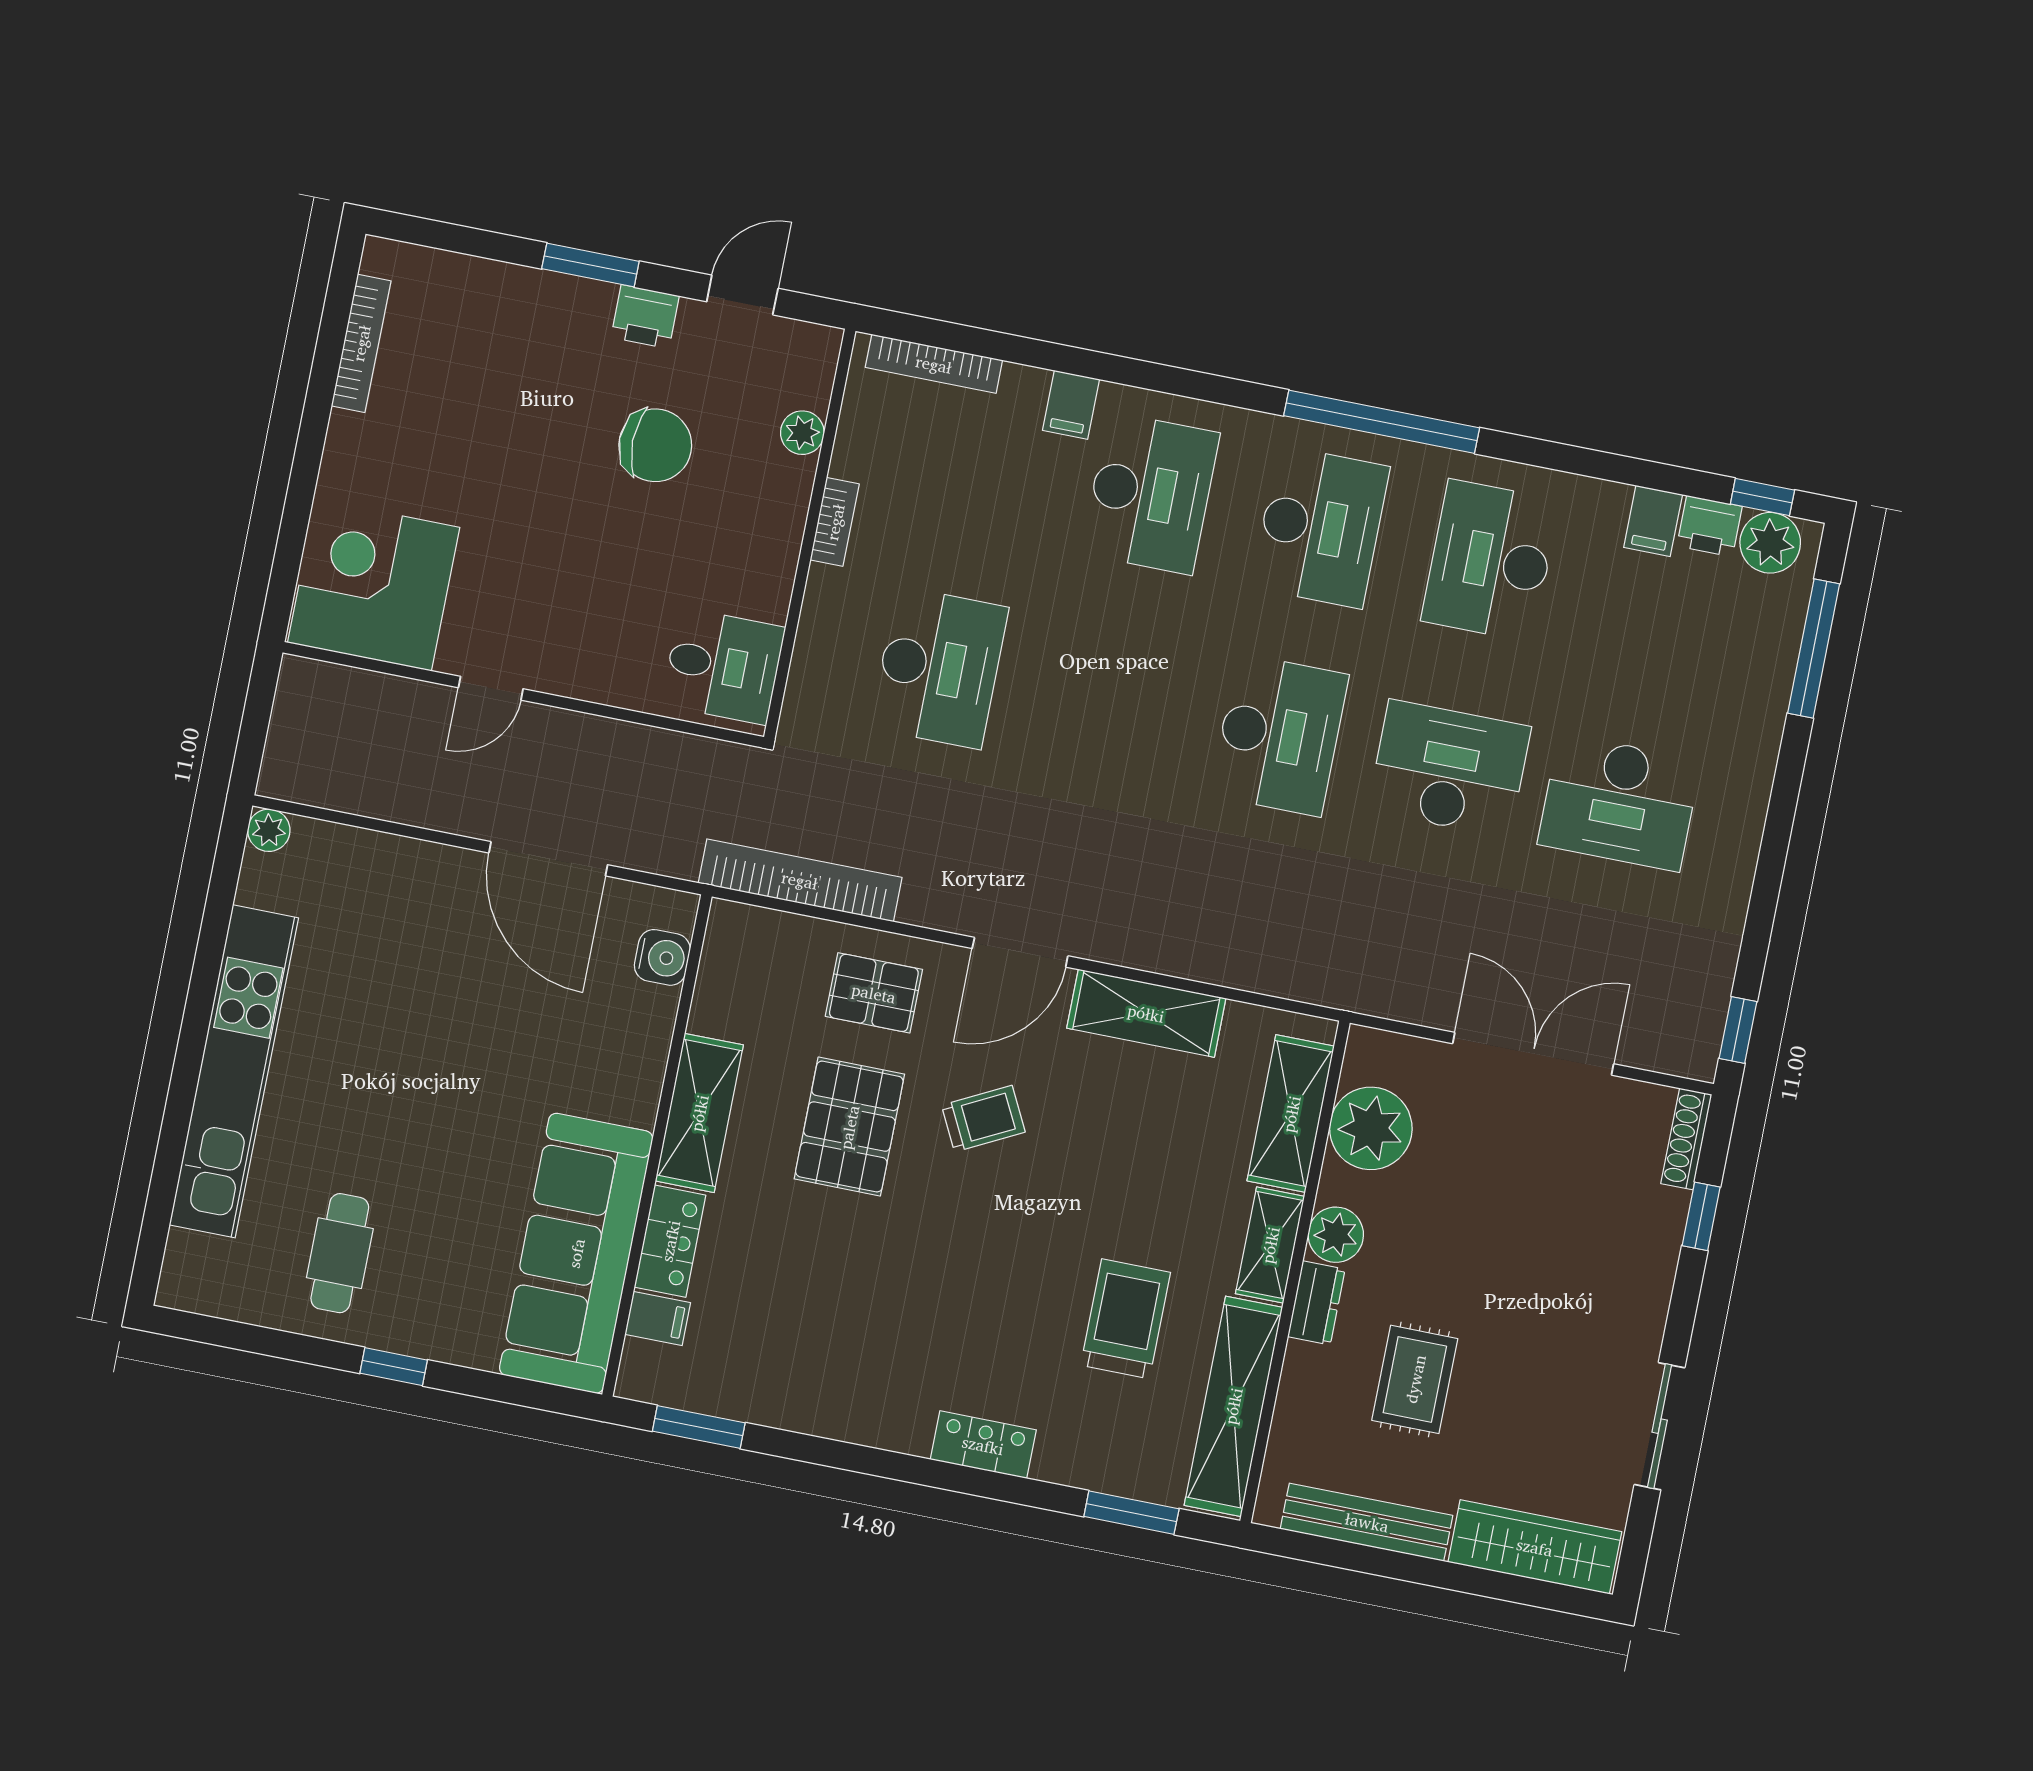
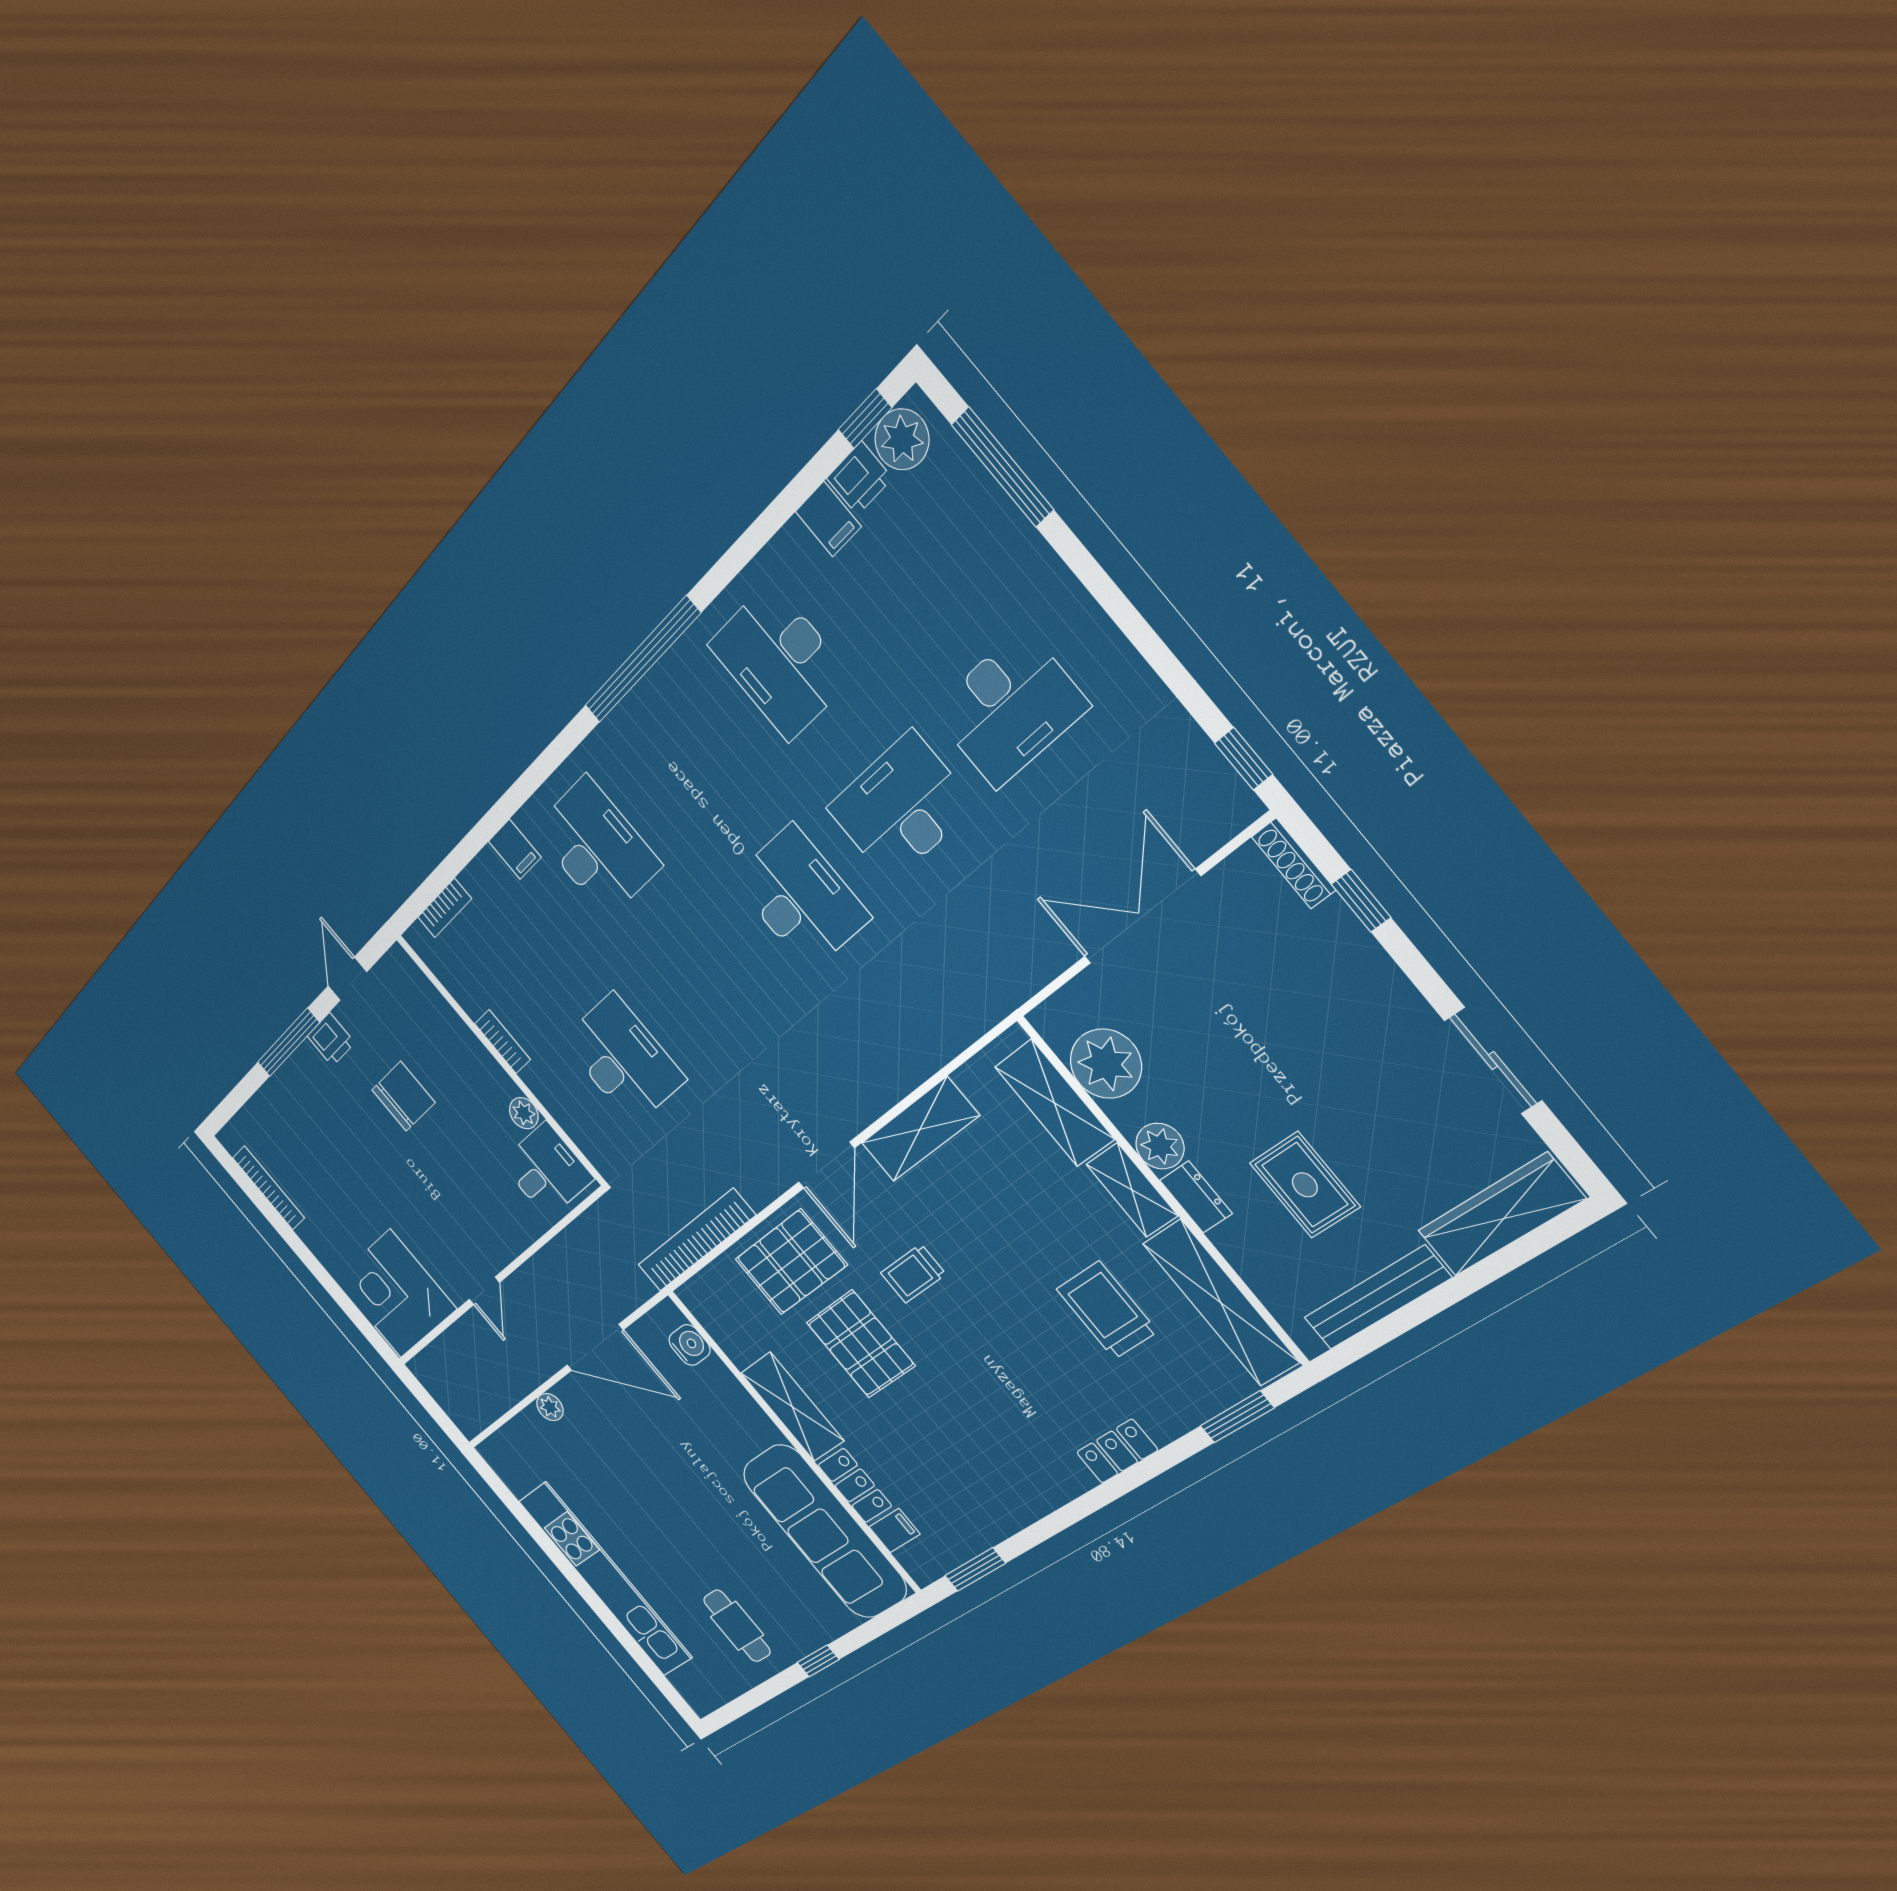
window: (590, 265) -> (288, 1043), width x1.44
bookcase: (934, 364) -> (445, 908), width x0.64
plant: (802, 433) -> (524, 1113), moved
desk: (1320, 527) -> (685, 758), removed
plant: (269, 830) -> (550, 1407), moved
pallet: (874, 993) -> (791, 1262), width x1.50, depth x1.42
trolley: (983, 1119) -> (913, 1274), turned -153

